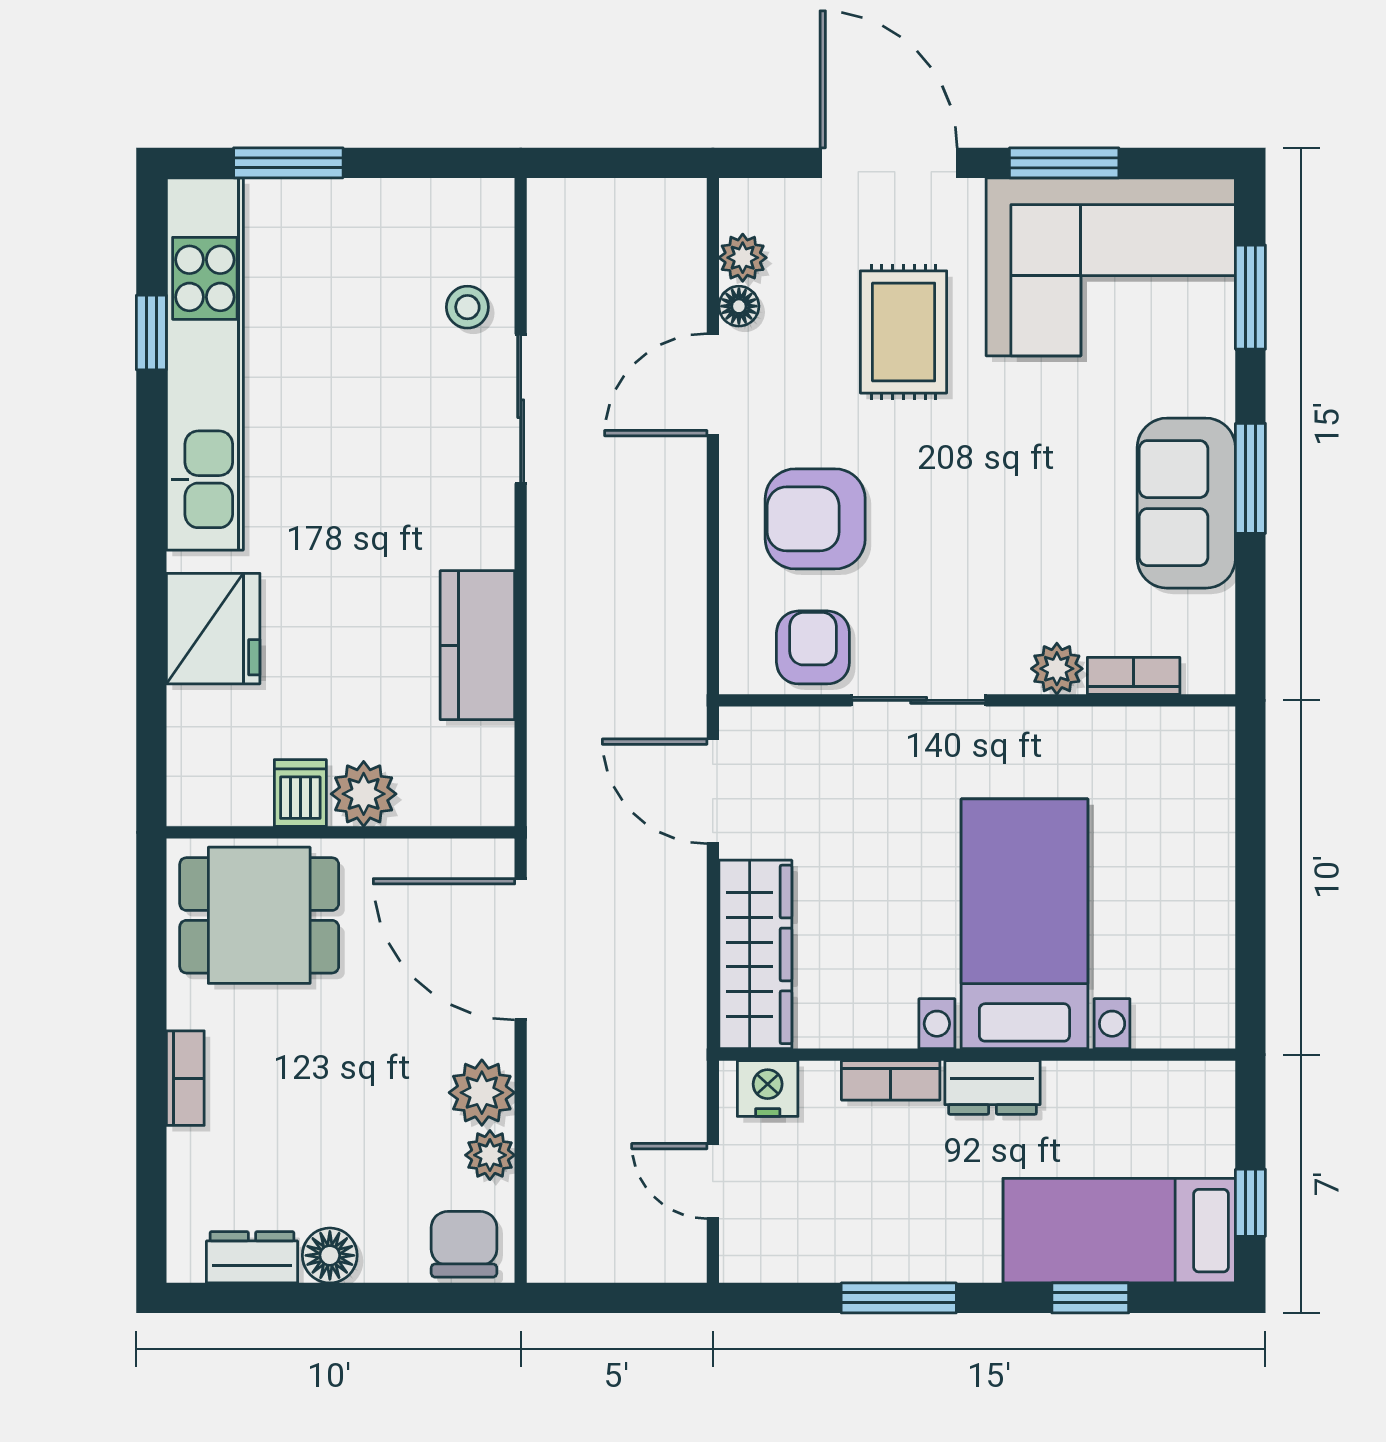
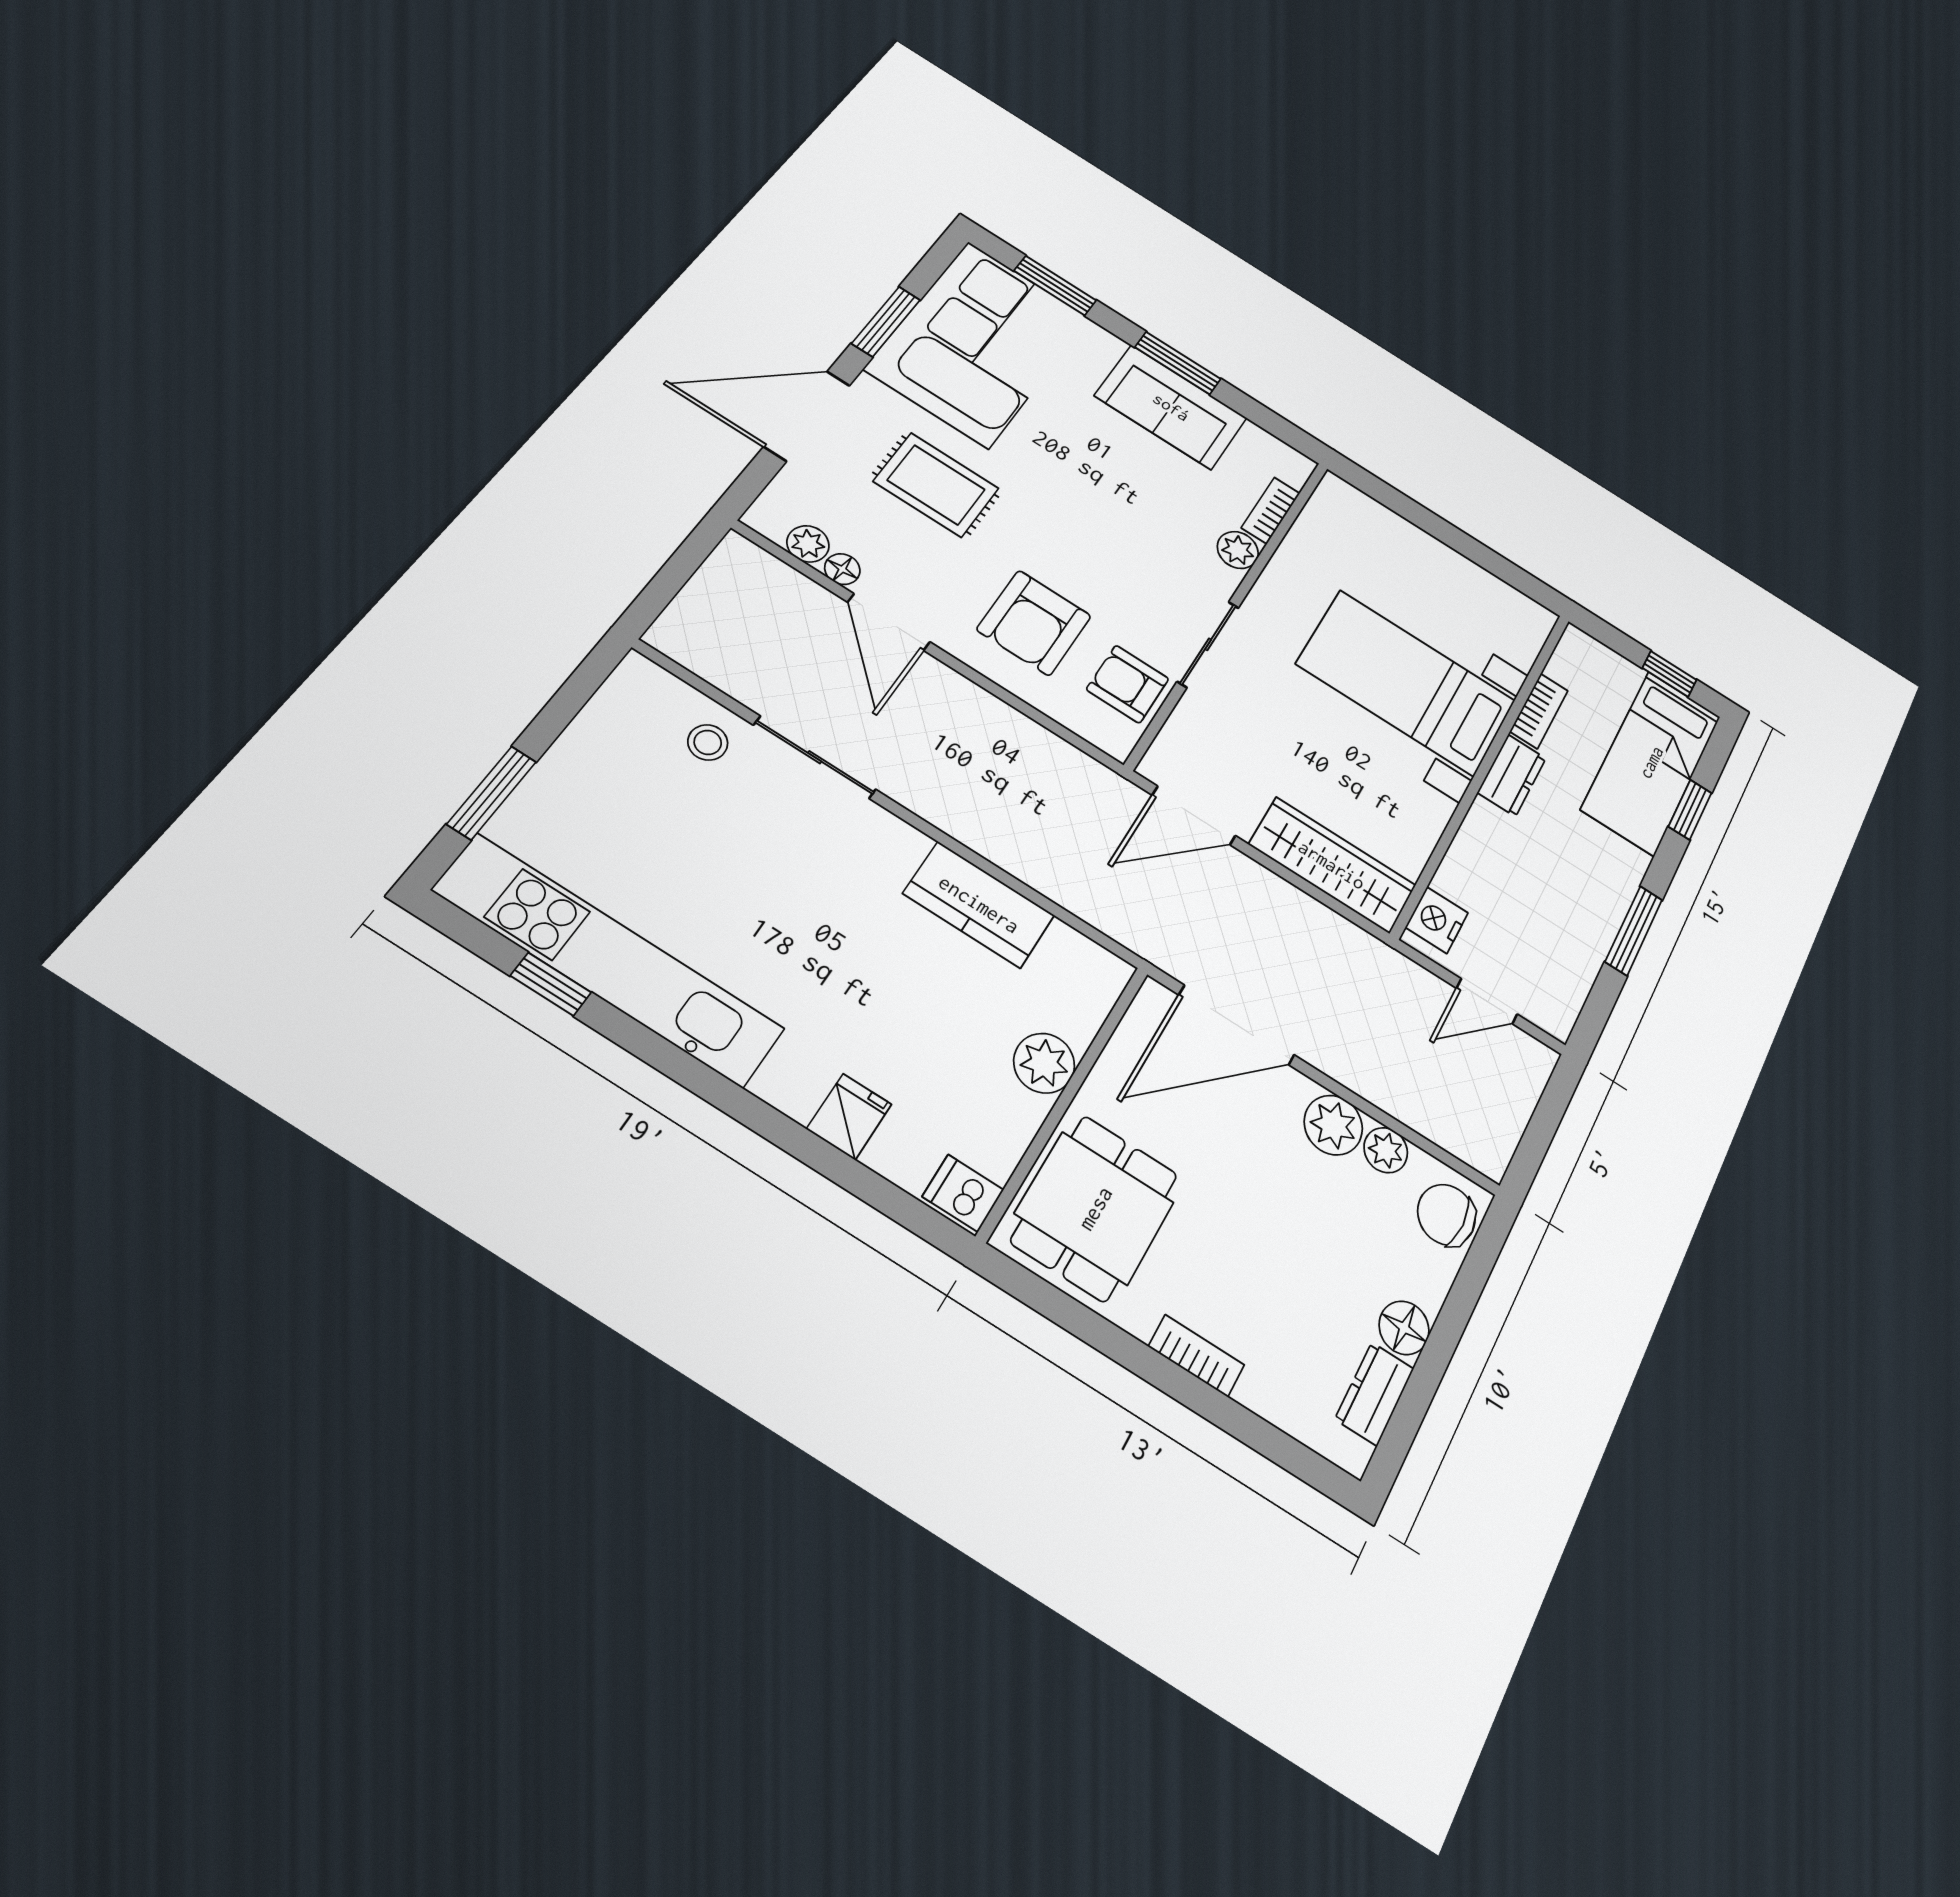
fridge: (213, 629) -> (849, 1117), width x0.53, depth x0.75
dishwasher: (300, 793) -> (963, 1193), moved
bookcase: (891, 1080) -> (1539, 711), moved

